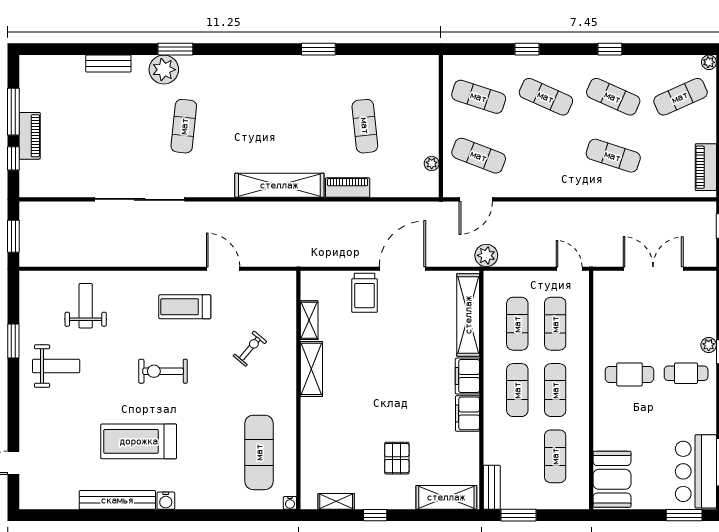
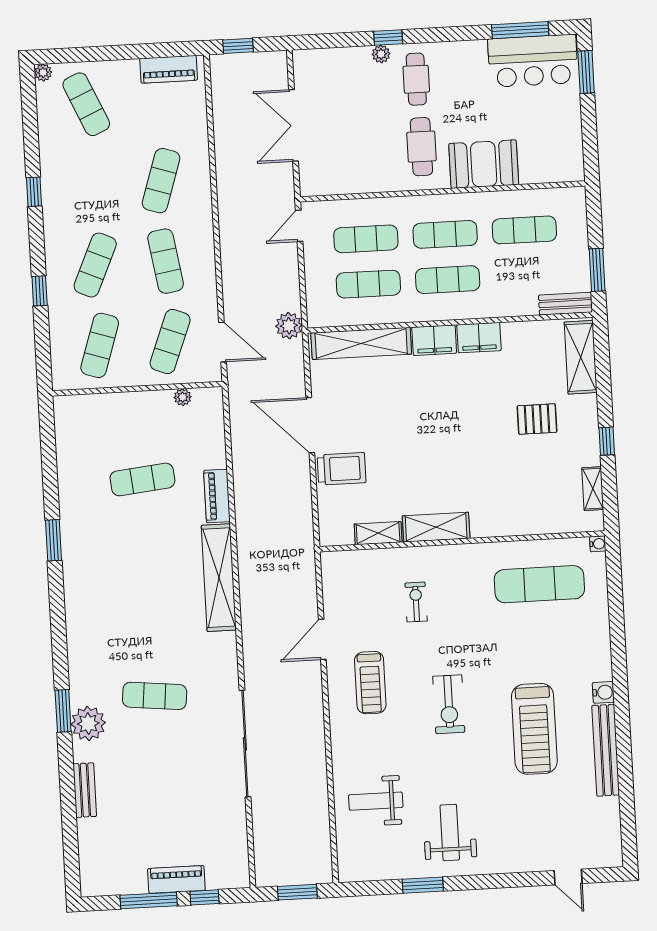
exercise mat: (613, 97) -> (166, 261), moved, turned -33
exercise bike: (250, 349) -> (416, 602), turned 50
booth: (612, 479) -> (484, 164), moved

